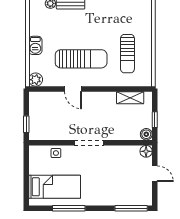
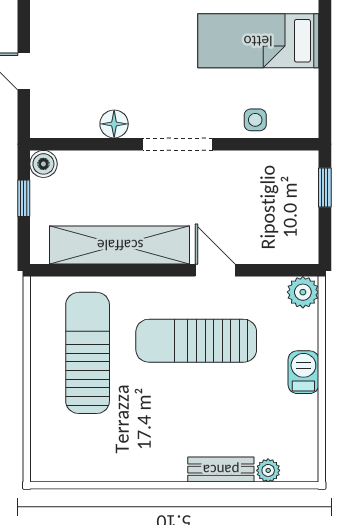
sun lounger: (127, 54) -> (88, 353), width x1.36, depth x1.34
shelving: (130, 98) -> (120, 245), width x2.20, depth x1.33
floor lamp: (146, 151) -> (114, 124), moved

